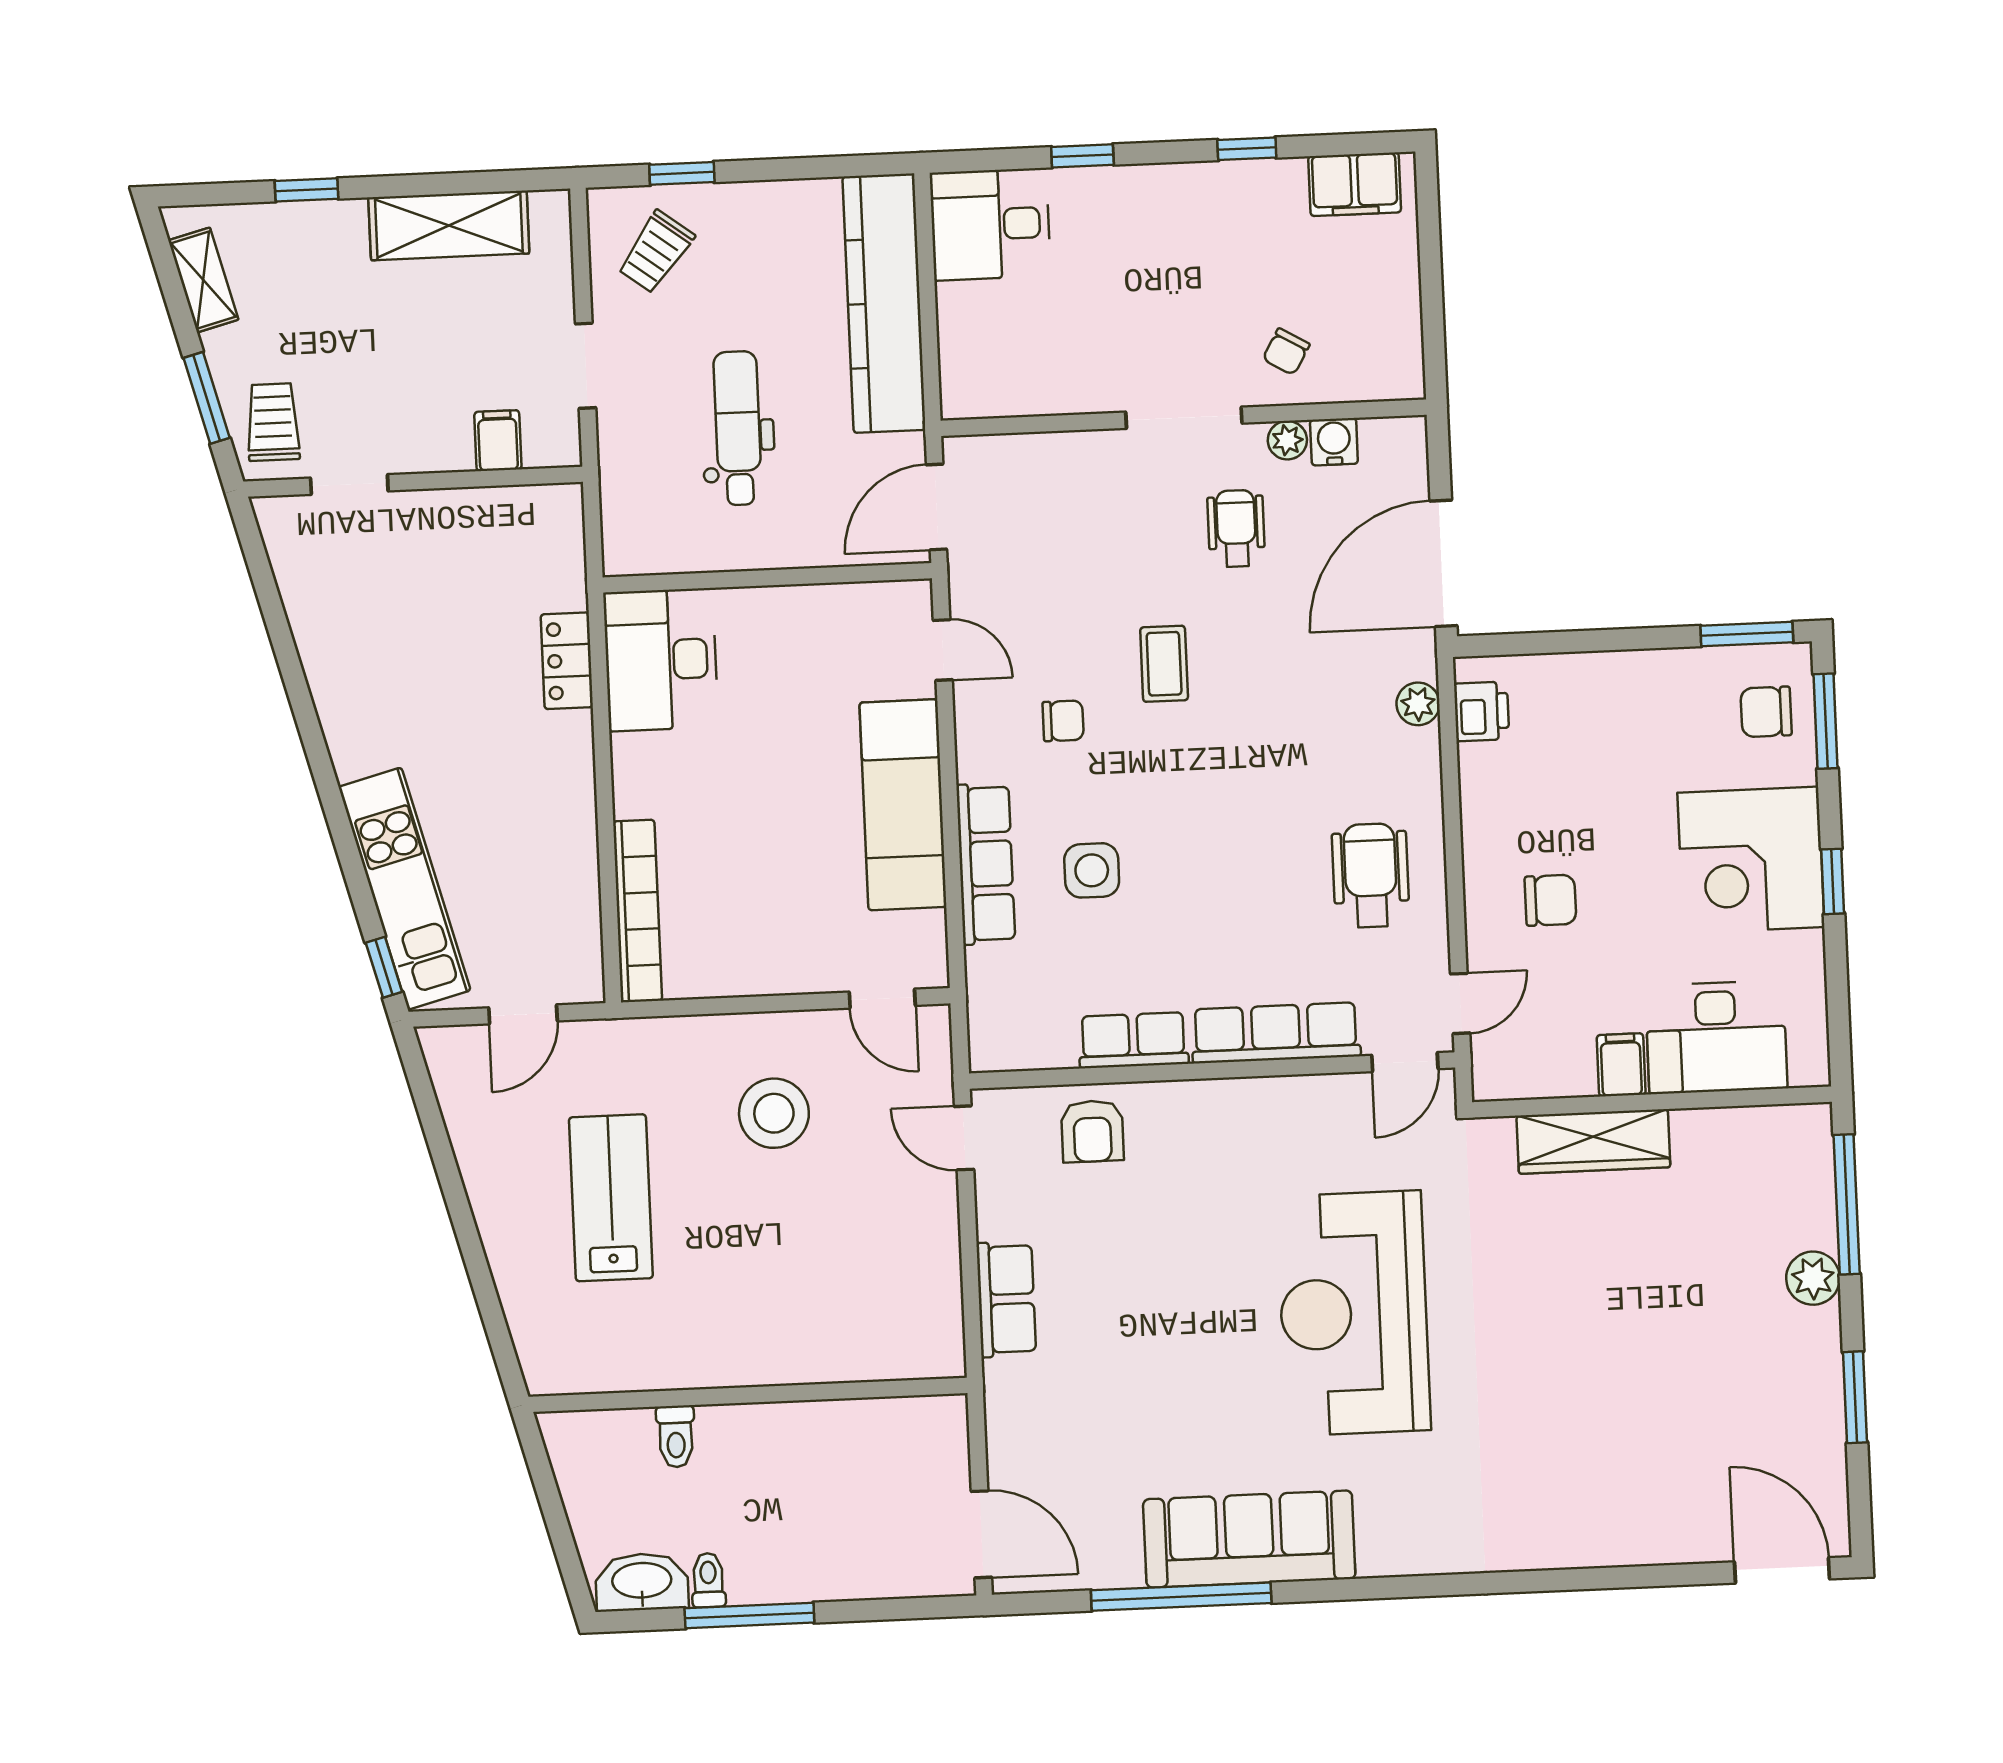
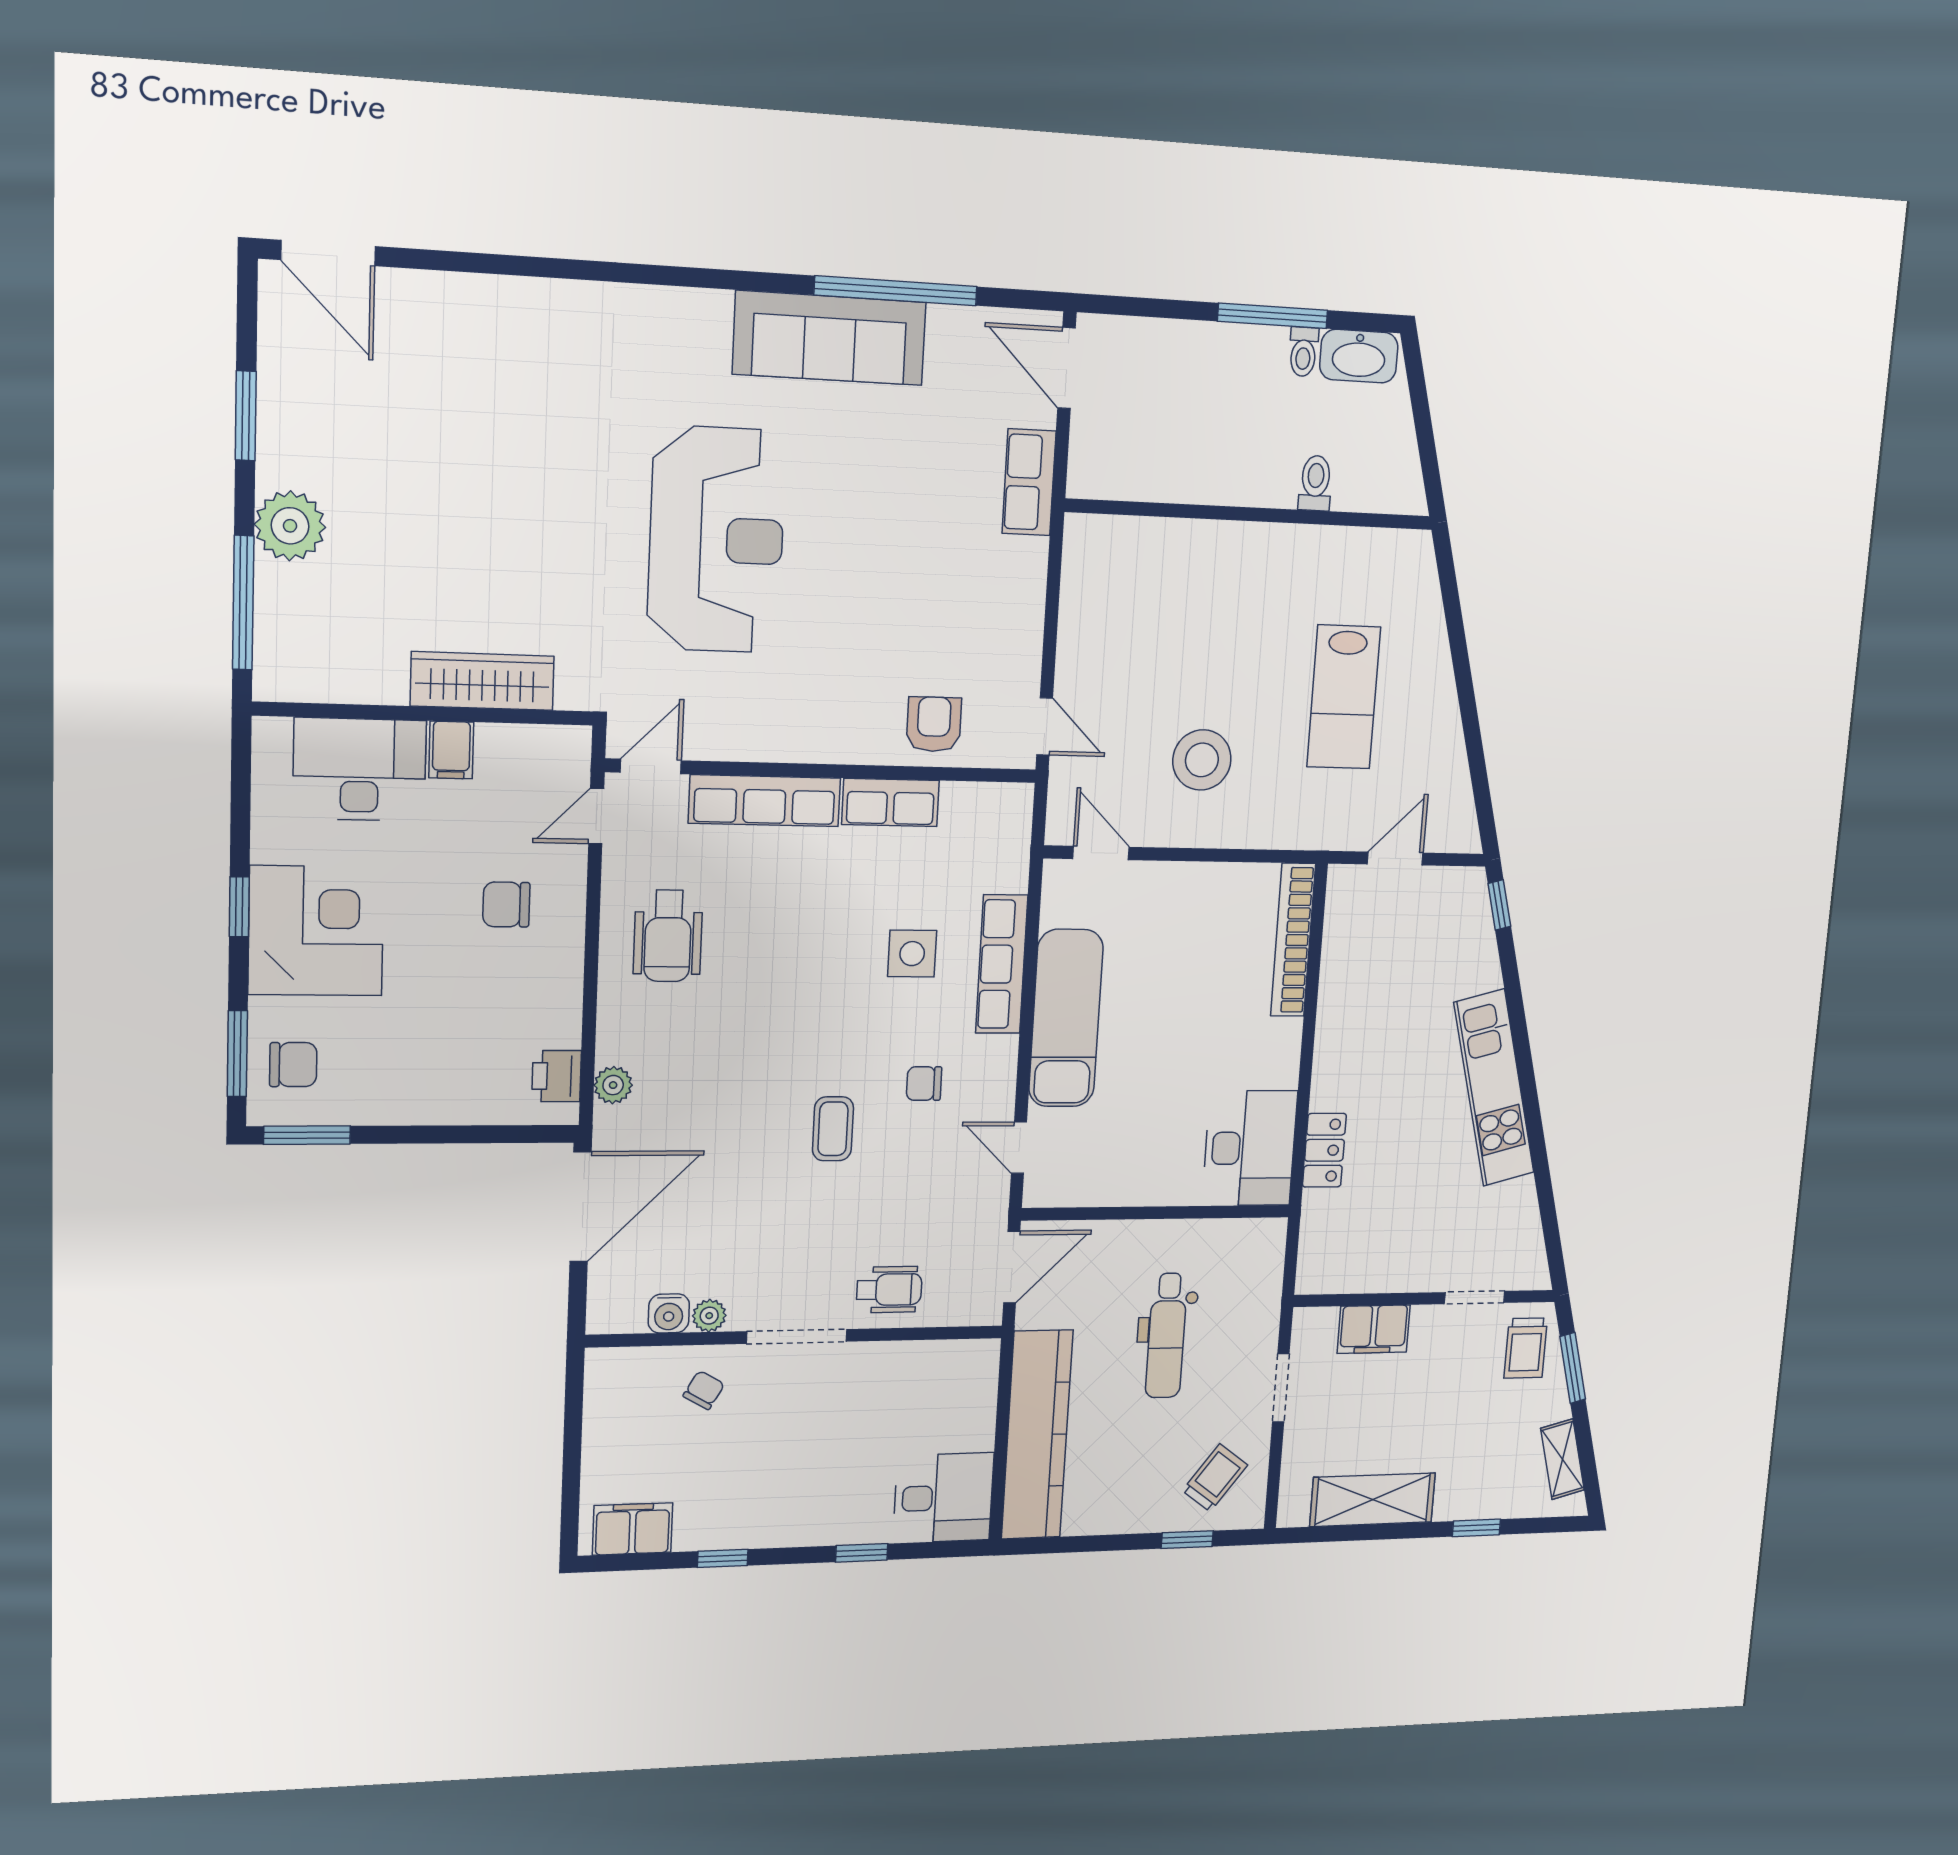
filing cabinet: (498, 441) -> (1374, 1329), width x2.00
wheelchair: (1236, 528) -> (889, 1290), moved, turned -90
kitchen unit: (405, 889) -> (1494, 1088), moved
plant: (1813, 1278) -> (290, 526), width x1.36, depth x1.36
row of seats: (1006, 1299) -> (1029, 482), moved

